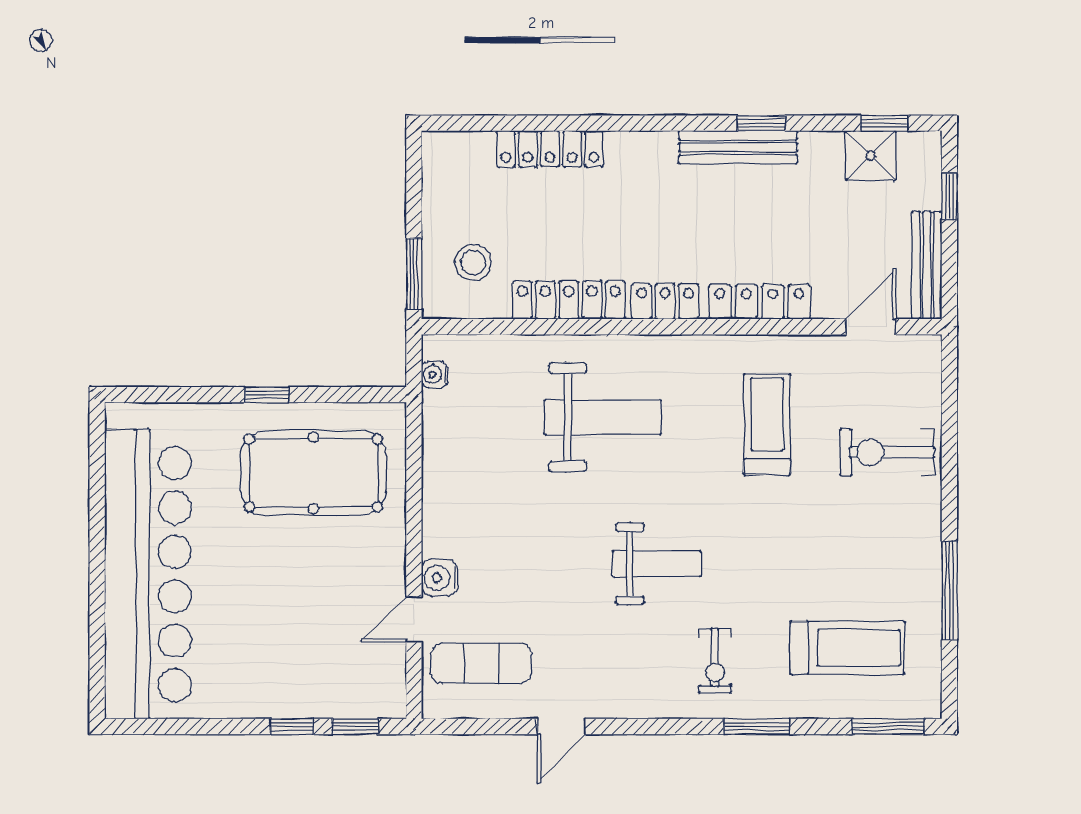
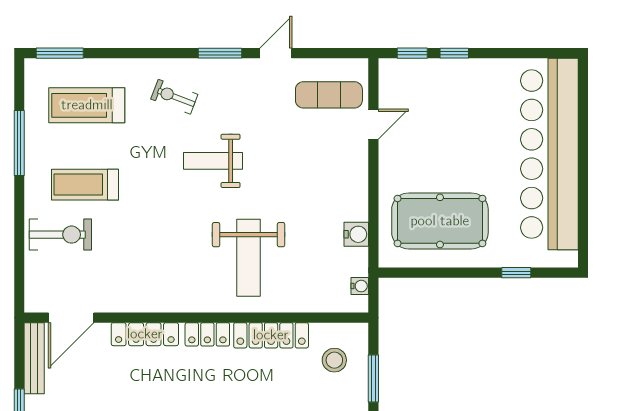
window: (414, 274) -> (373, 379), moved
door: (871, 327) -> (71, 318), width x1.38
window: (267, 395) -> (516, 273), moved
weight bench: (603, 417) -> (249, 258), turned -90
treadmill: (767, 424) -> (85, 185), moved, turned 90
water cooler: (440, 578) -> (356, 234), moved
exercise bike: (715, 661) -> (174, 97), turned -69
window: (757, 726) -> (220, 53), moved

